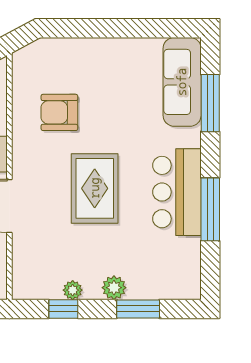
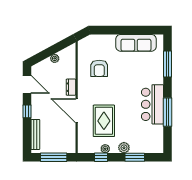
sofa: (182, 82) -> (136, 43), moved, turned -90
armchair: (59, 112) -> (99, 68), turned -90
rug: (95, 188) -> (104, 121), moved

